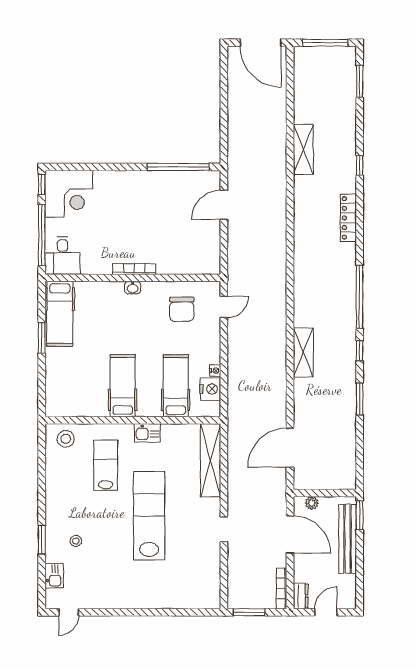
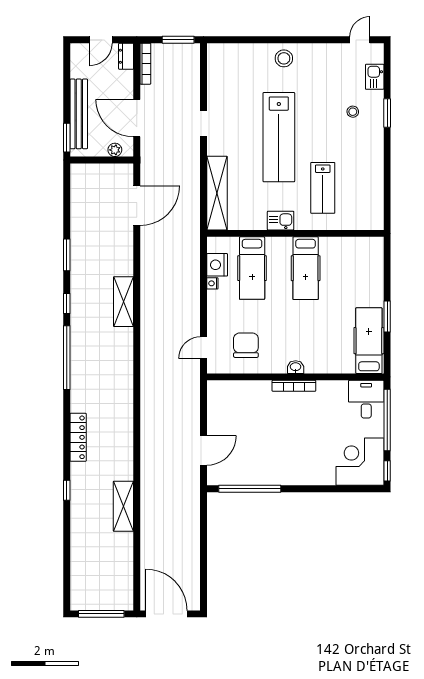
window: (360, 81) -> (67, 575), removed
stool: (66, 439) -> (284, 58), moved

